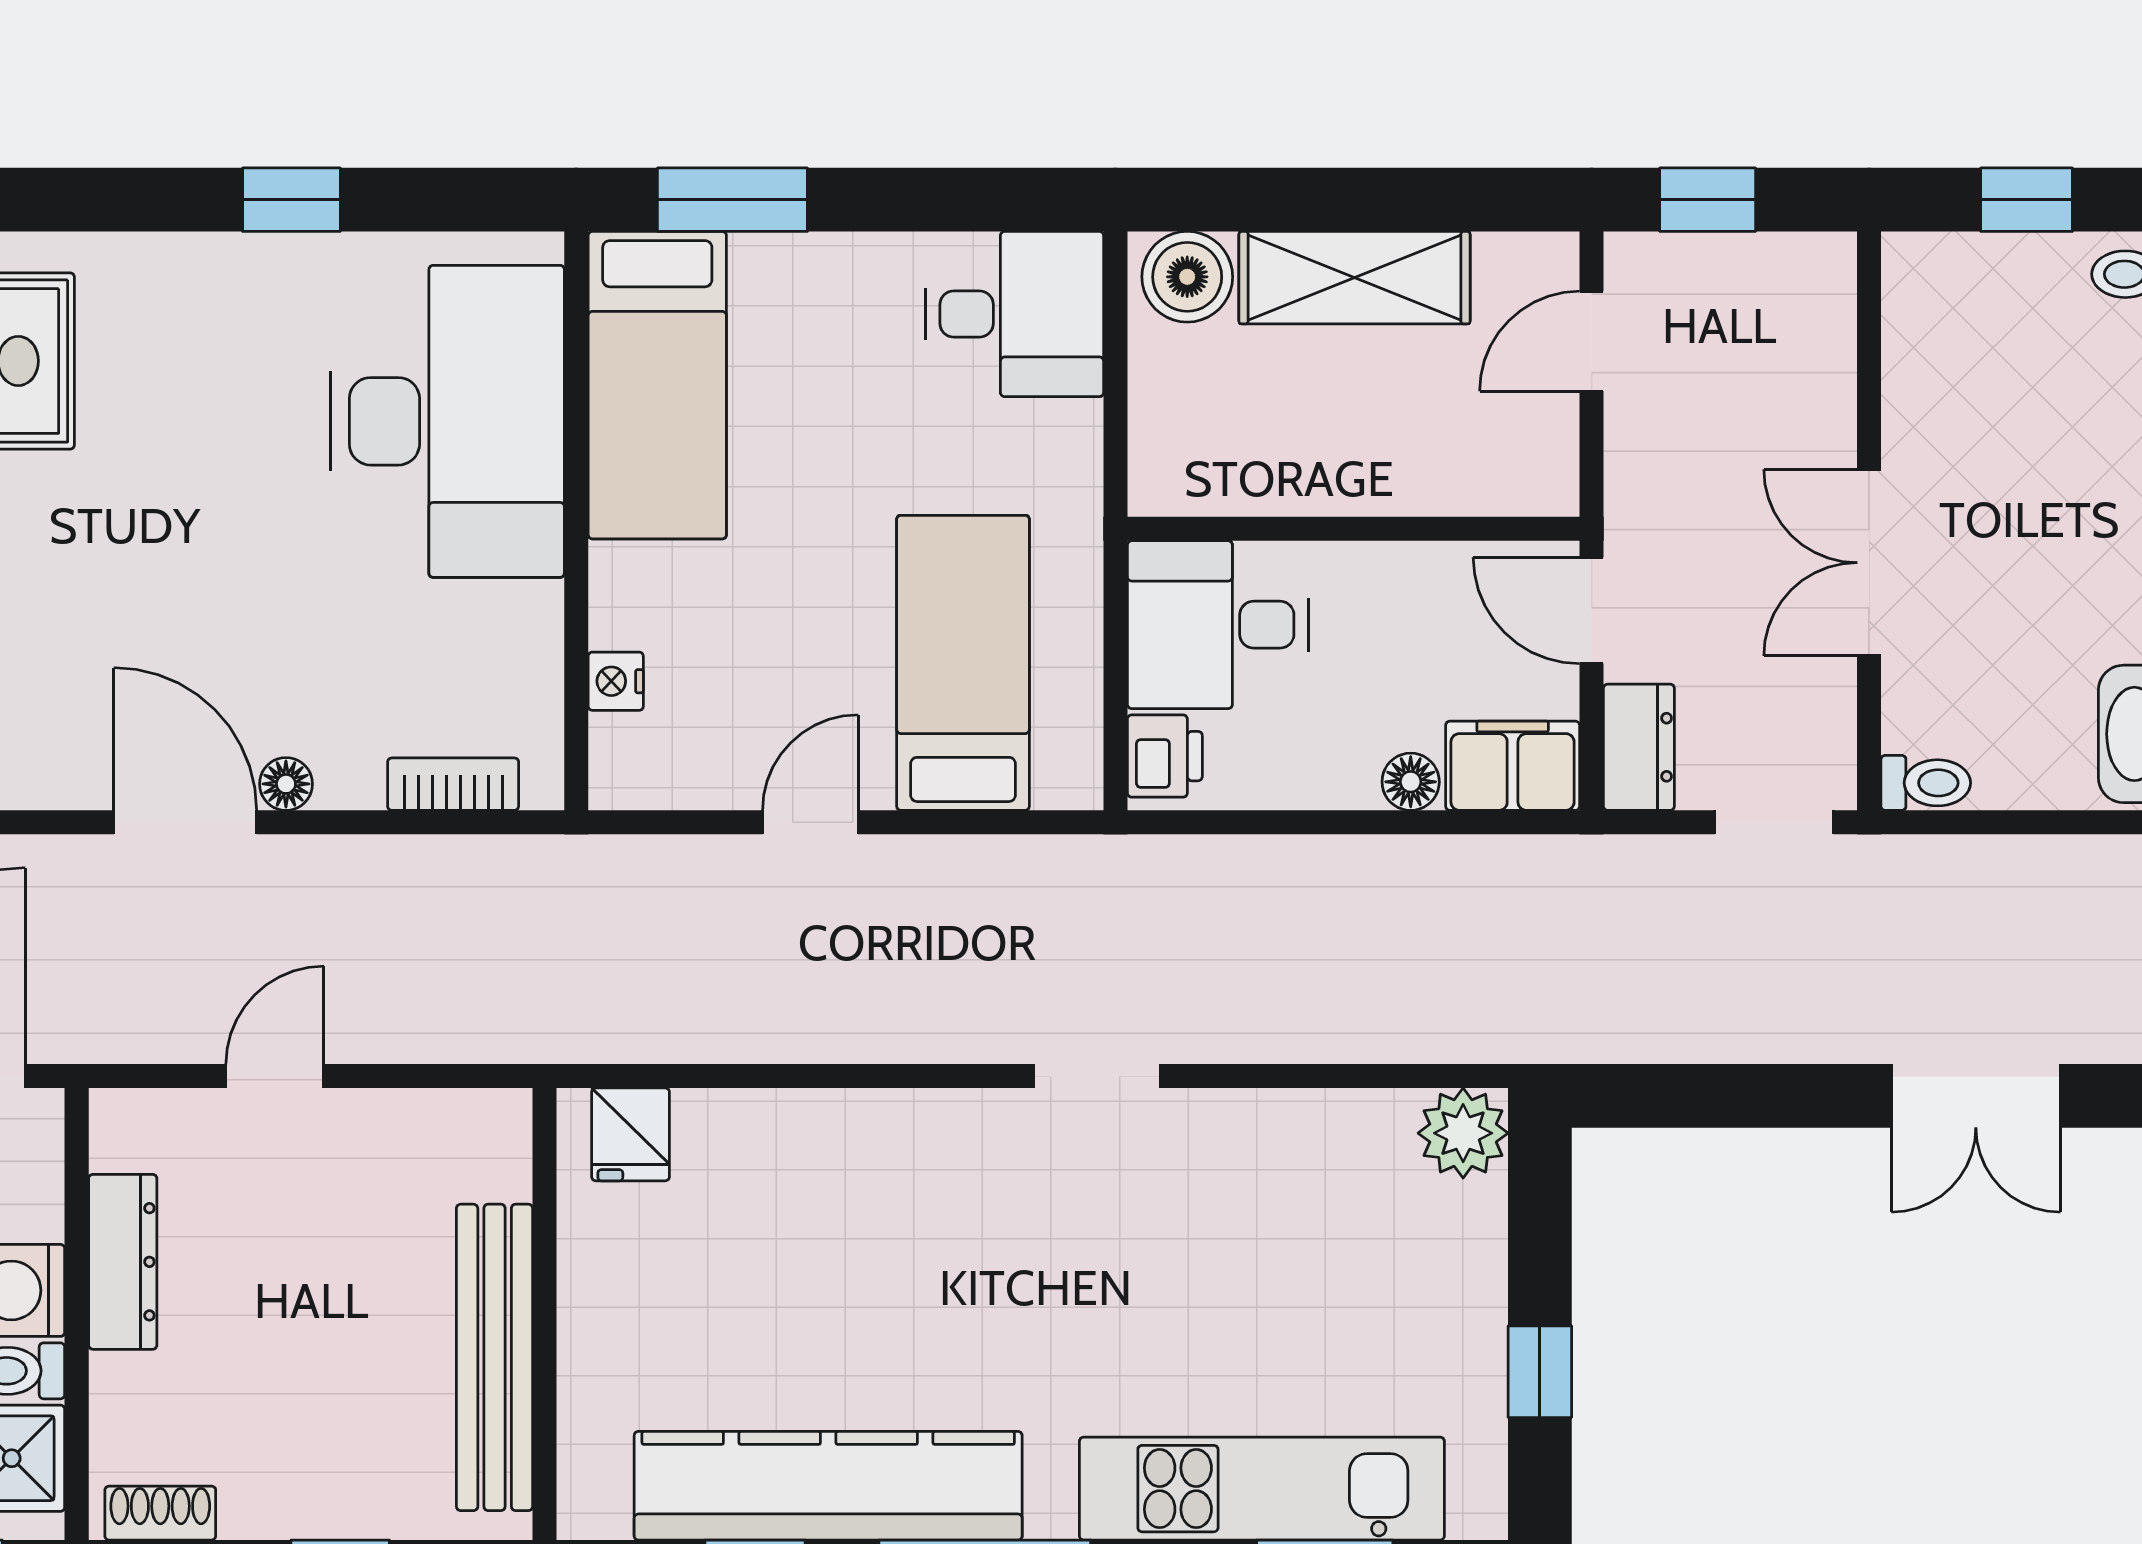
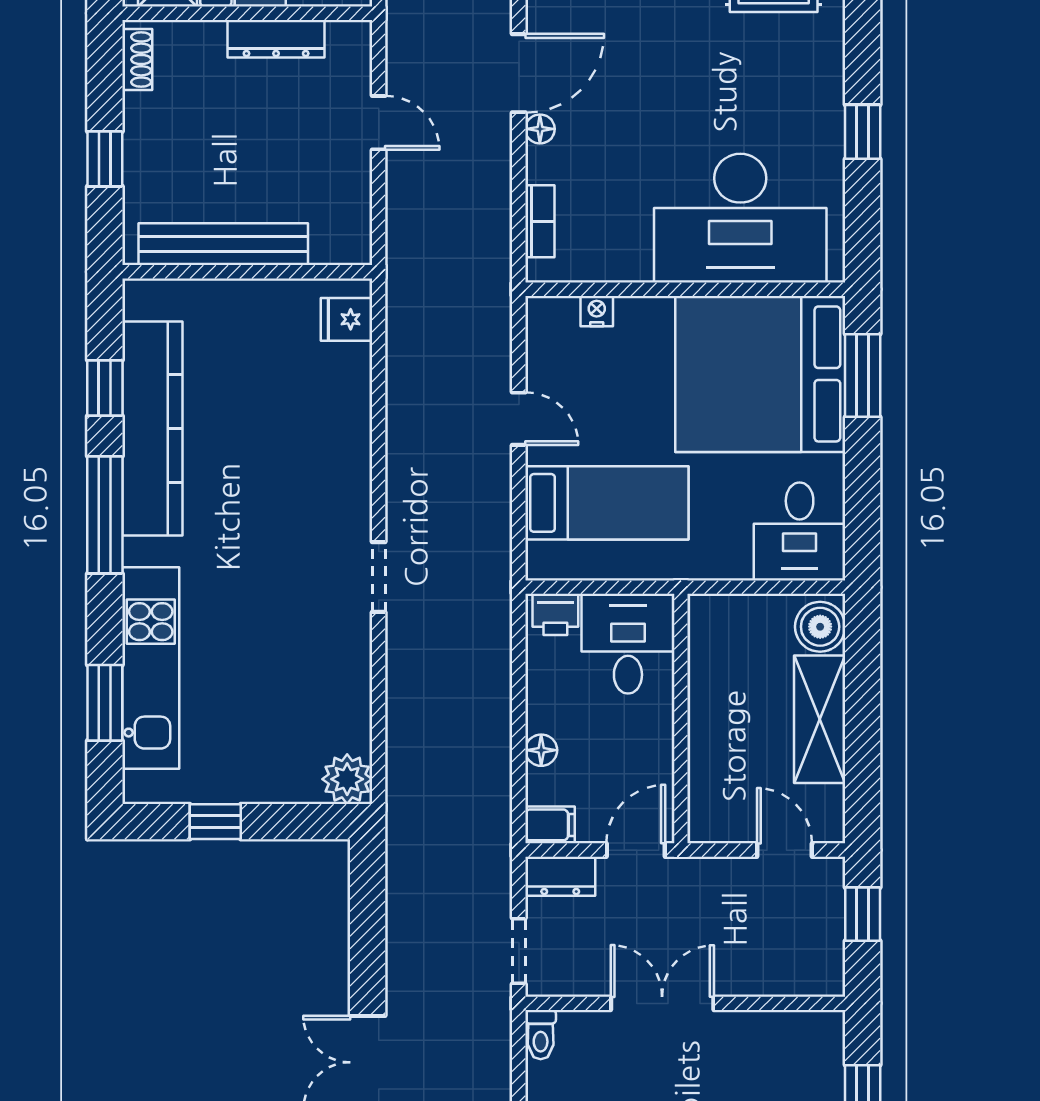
bed: (657, 385) -> (760, 374), width x2.04
filing cabinet: (1513, 766) -> (550, 825), width x0.50

